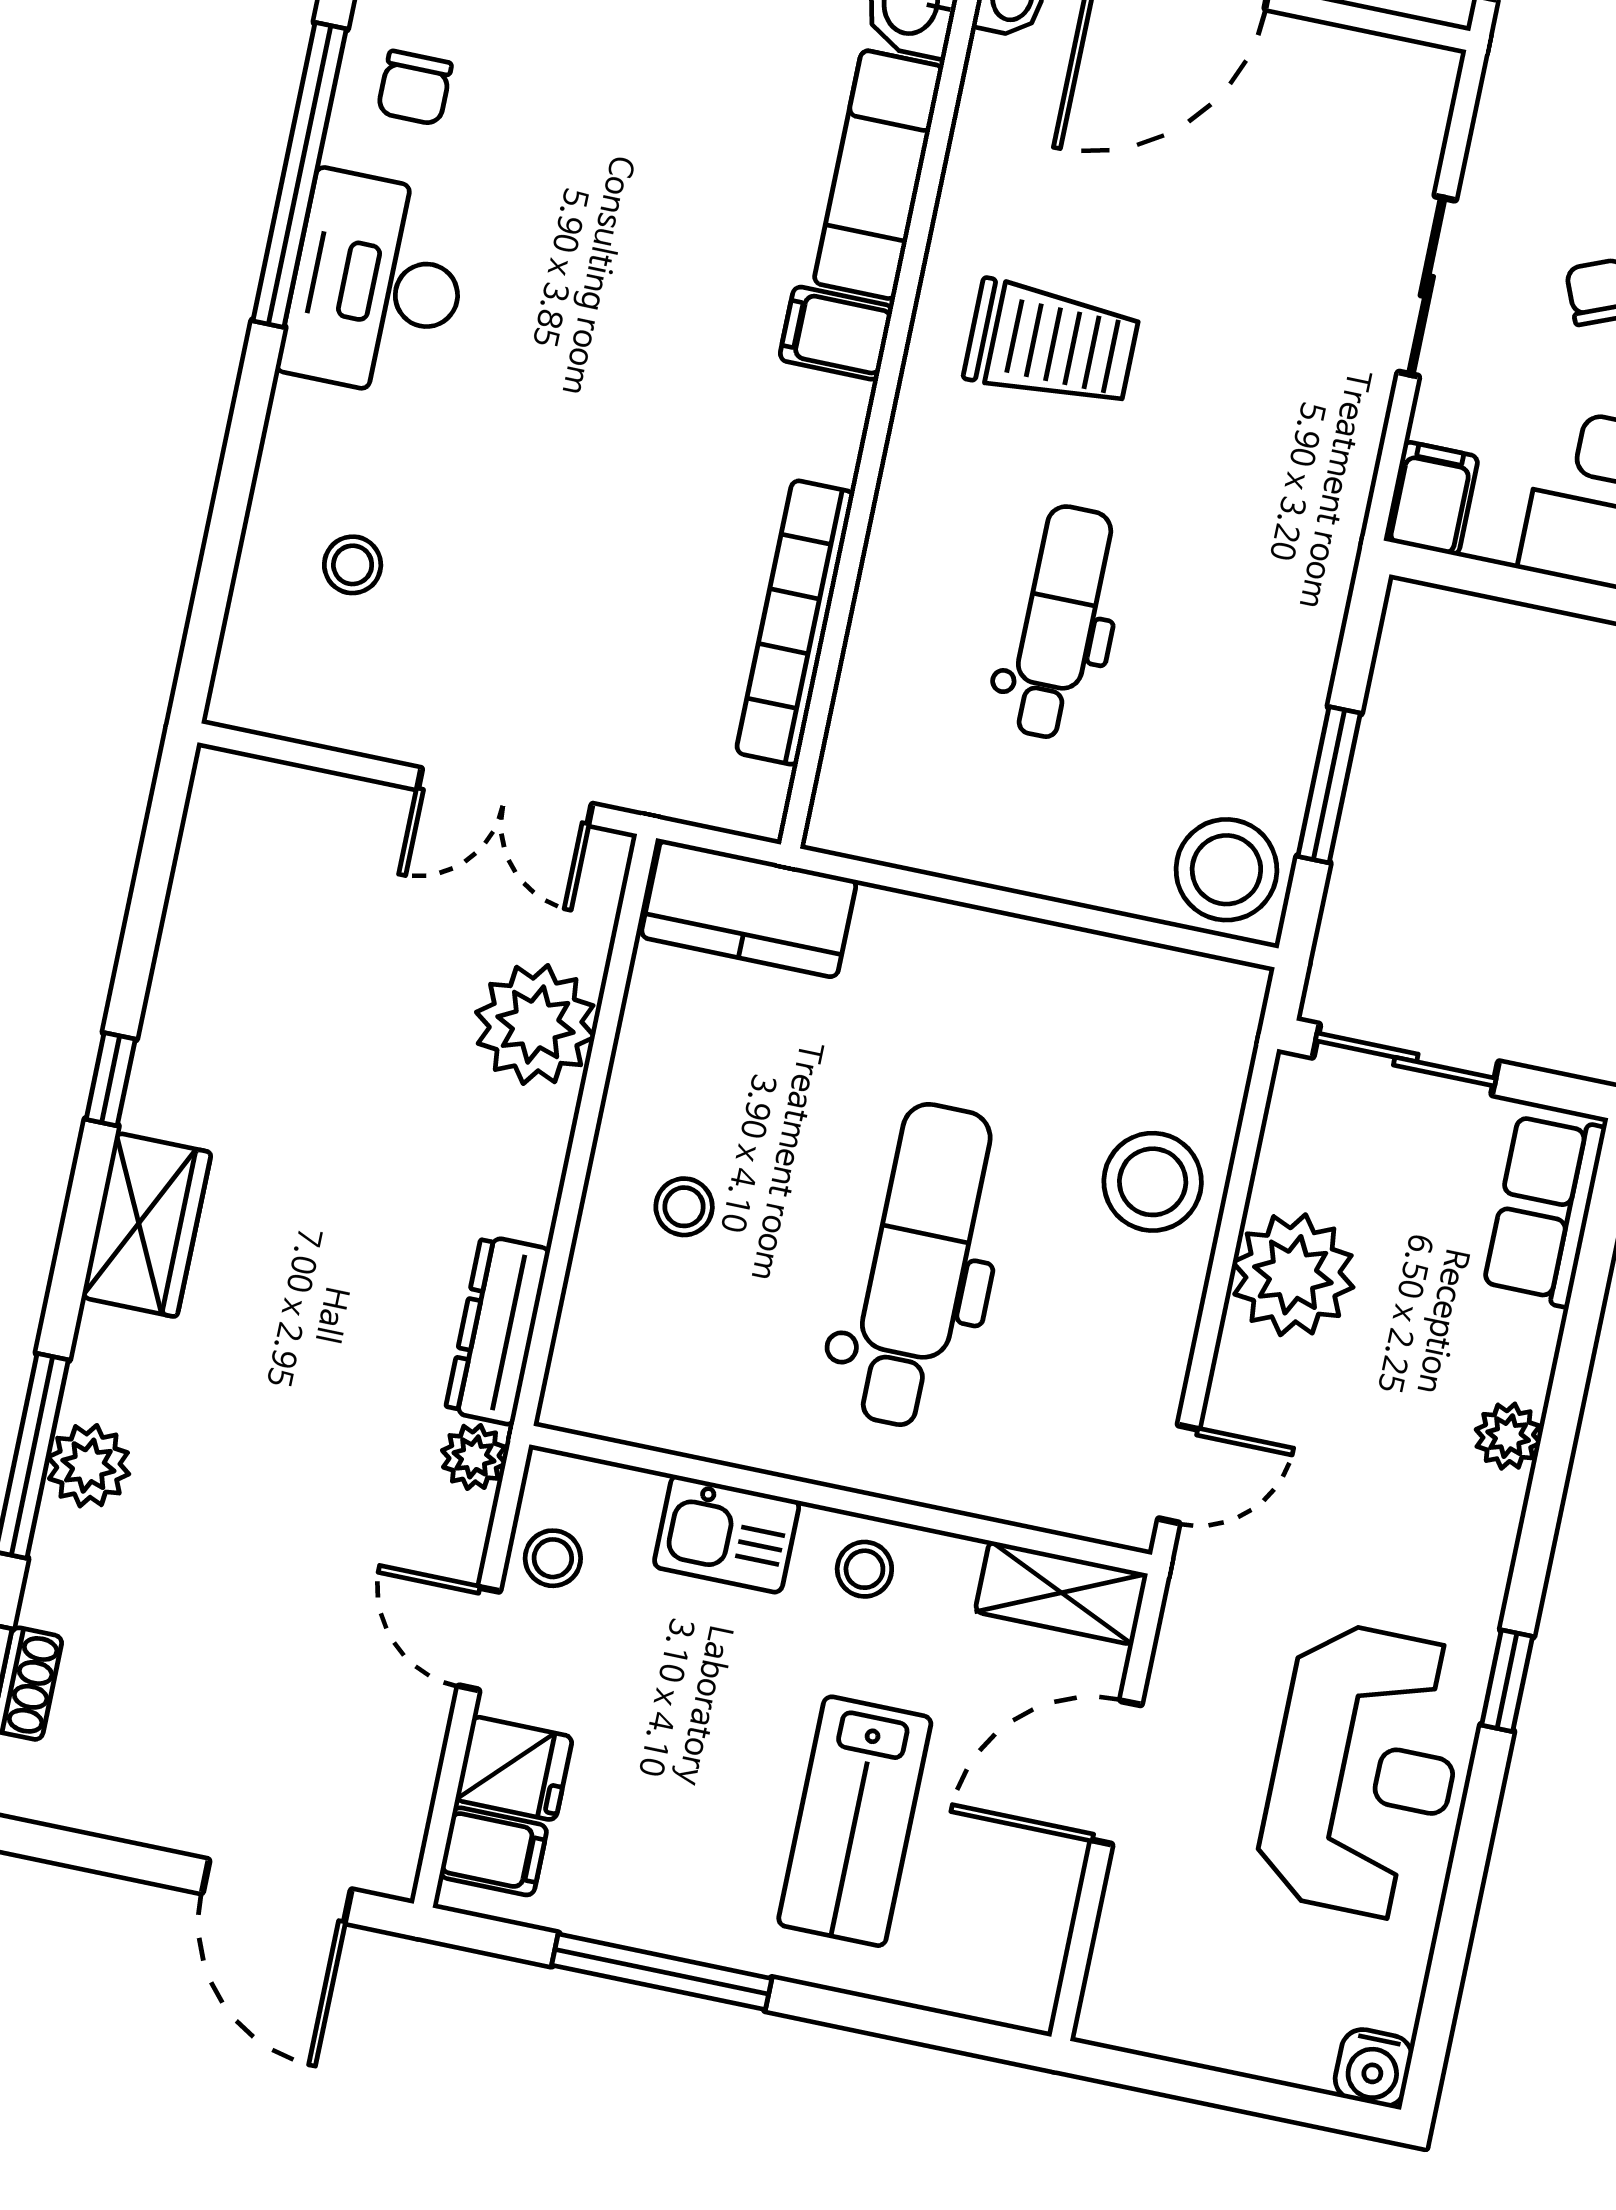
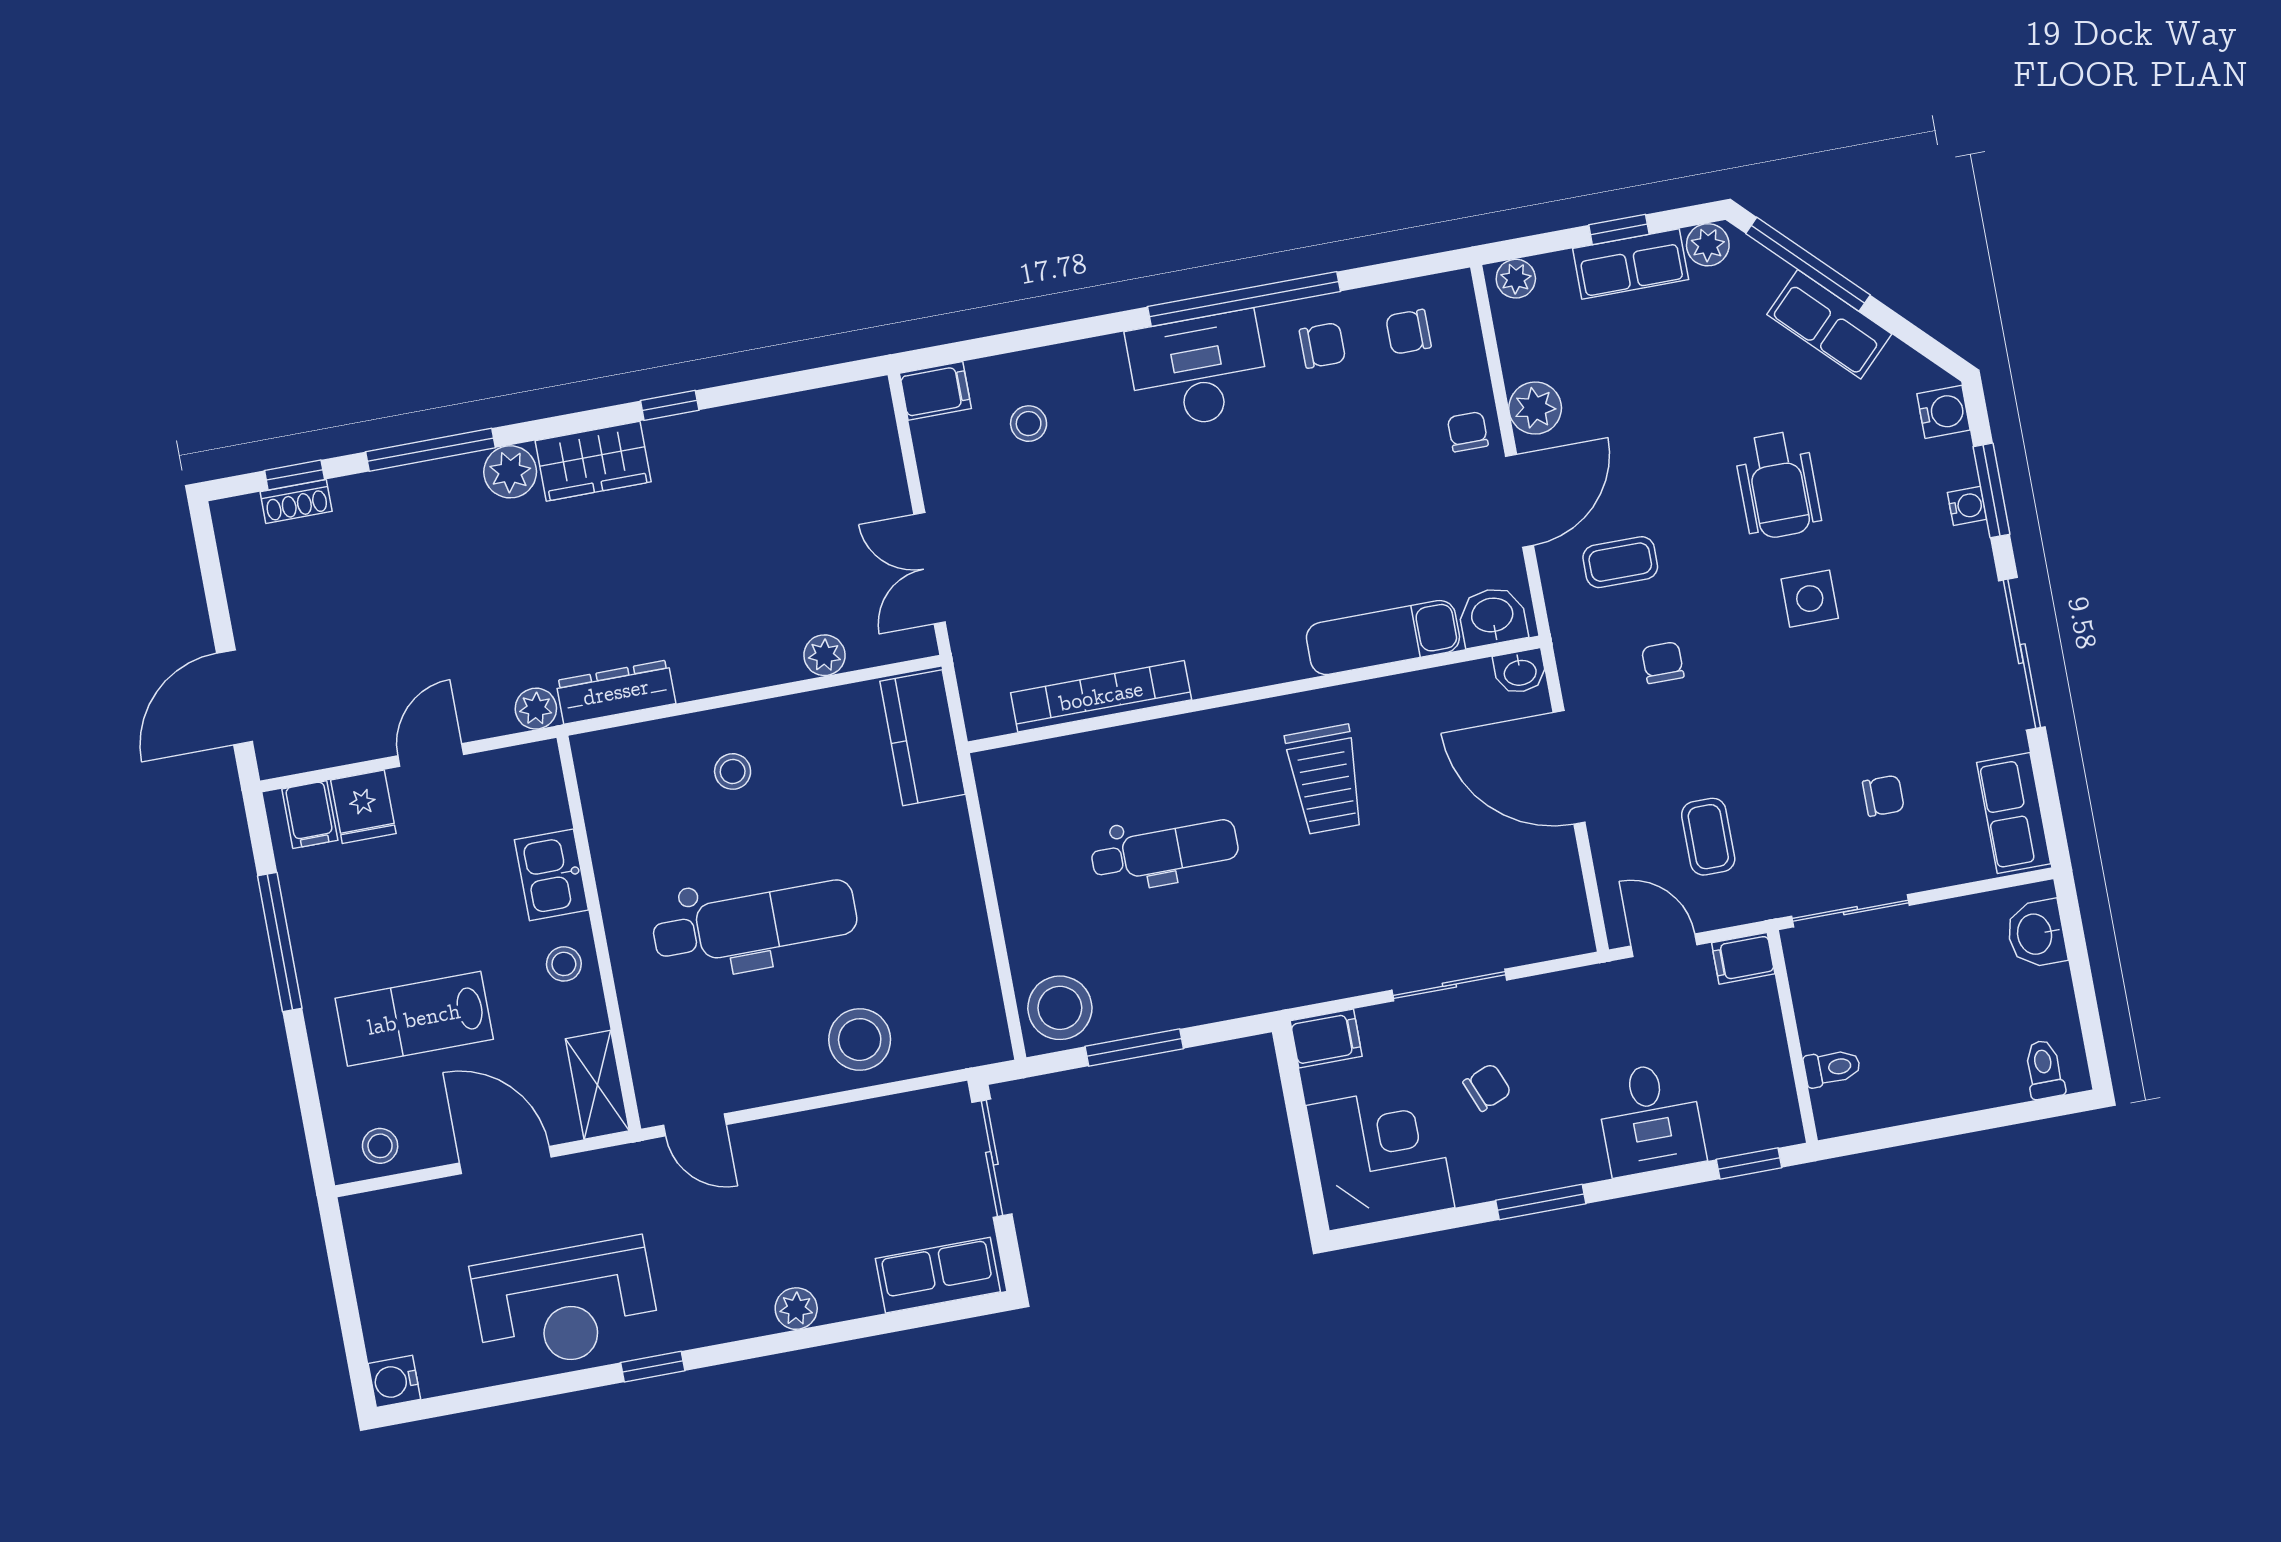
chair: (415, 88) -> (1322, 345), turned 180
filing cabinet: (836, 333) -> (935, 391), moved, turned 90
plant: (536, 1024) -> (824, 655), width x0.53, depth x0.53
plant: (1293, 1275) -> (839, 1144), removed
plant: (88, 1466) -> (510, 472), moved
stool: (553, 1558) -> (380, 1146), moved

